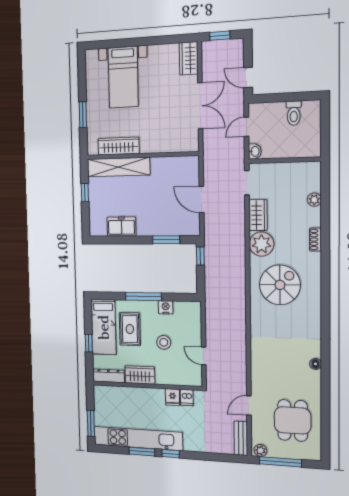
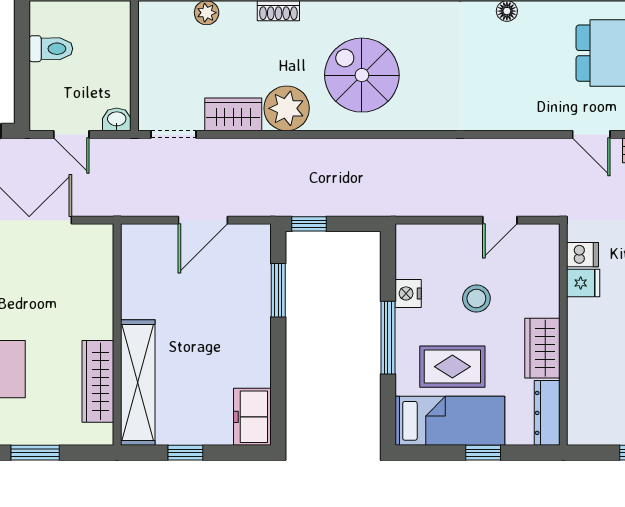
freezer: (121, 227) -> (252, 417), moved

